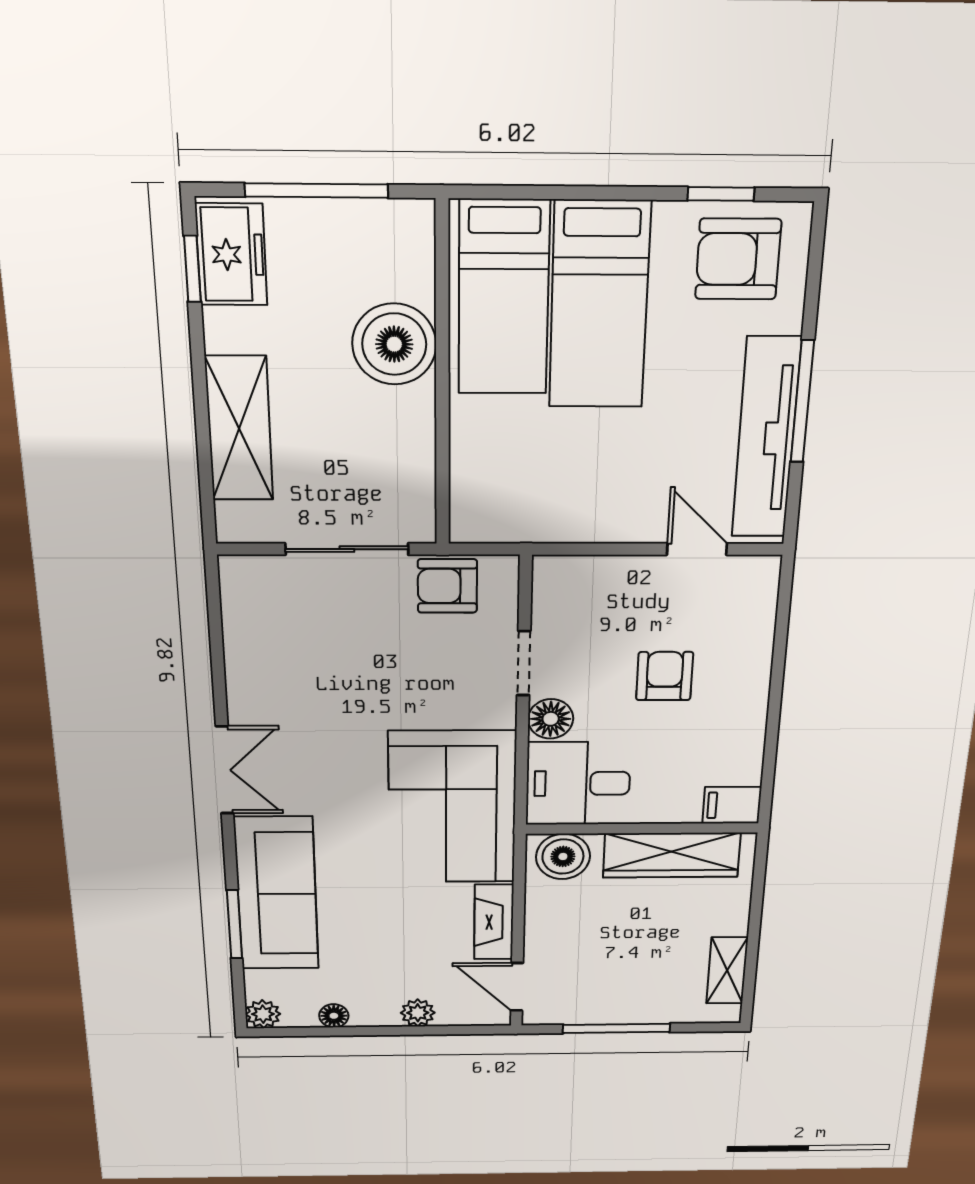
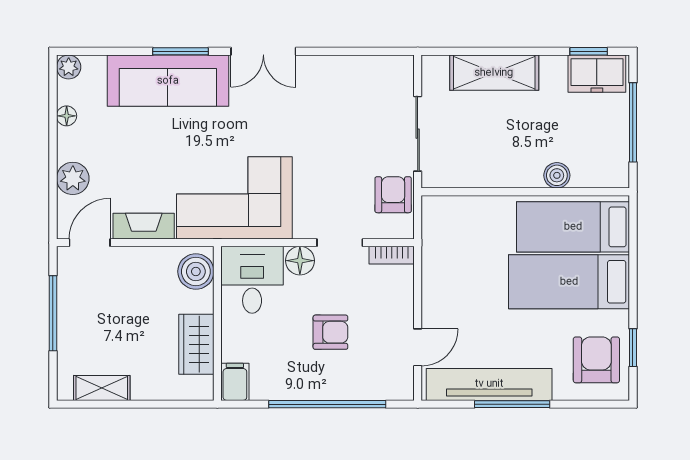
boiler: (394, 344) -> (557, 175), width x0.54, depth x0.54
bookcase: (546, 588) -> (392, 255), added
window: (777, 680) -> (327, 404), added
wardrobe: (672, 855) -> (196, 344), width x0.67
window: (234, 924) -> (181, 51), moved
plant: (418, 1013) -> (73, 178), width x1.38, depth x1.38

